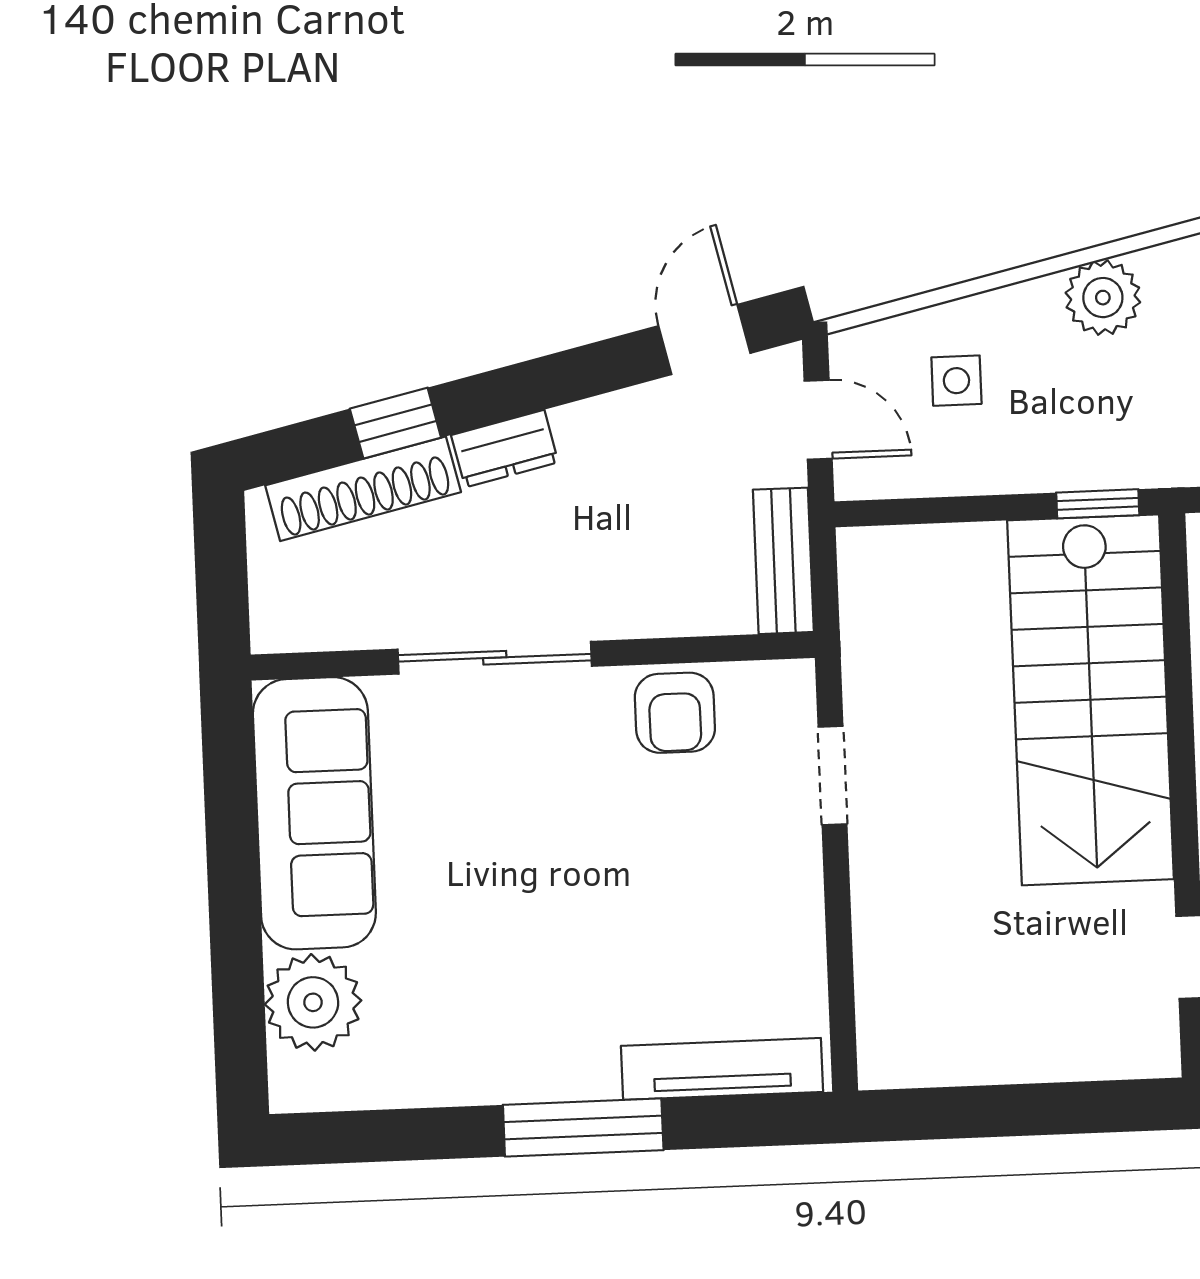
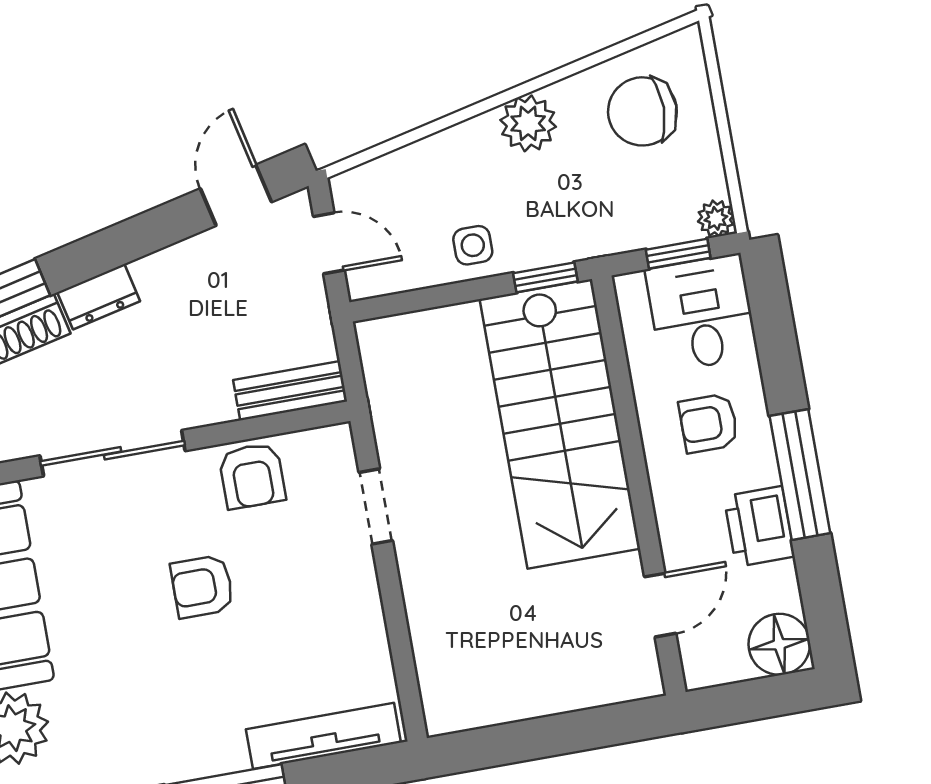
side table: (956, 381) -> (473, 245), moved
bench: (783, 561) -> (290, 391), moved, turned 90
armchair: (589, 850) -> (202, 586), added

